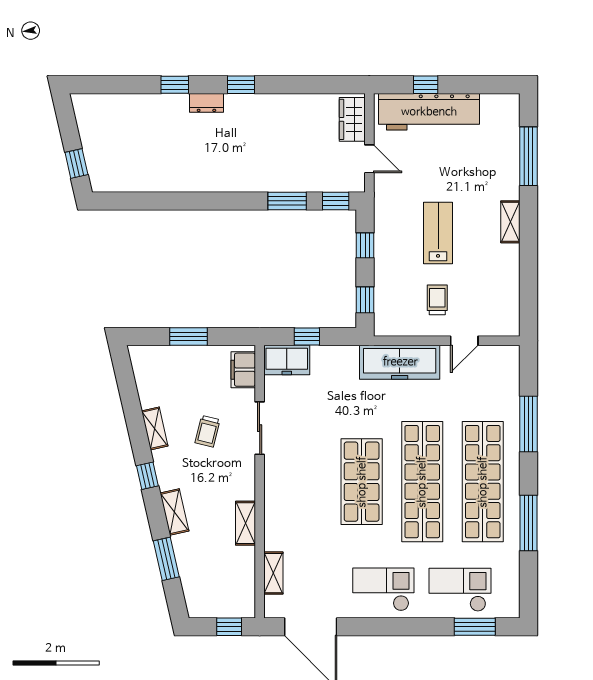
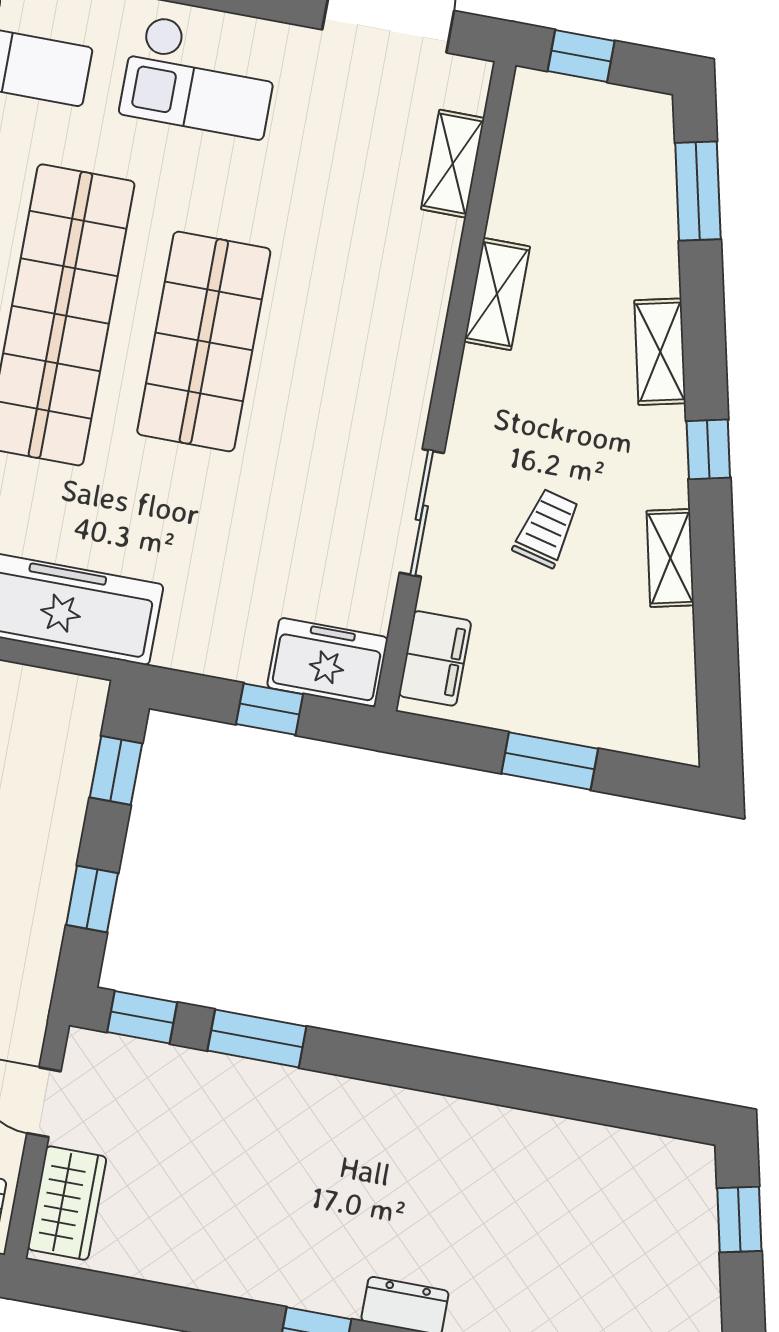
window: (166, 559) -> (698, 191), moved

